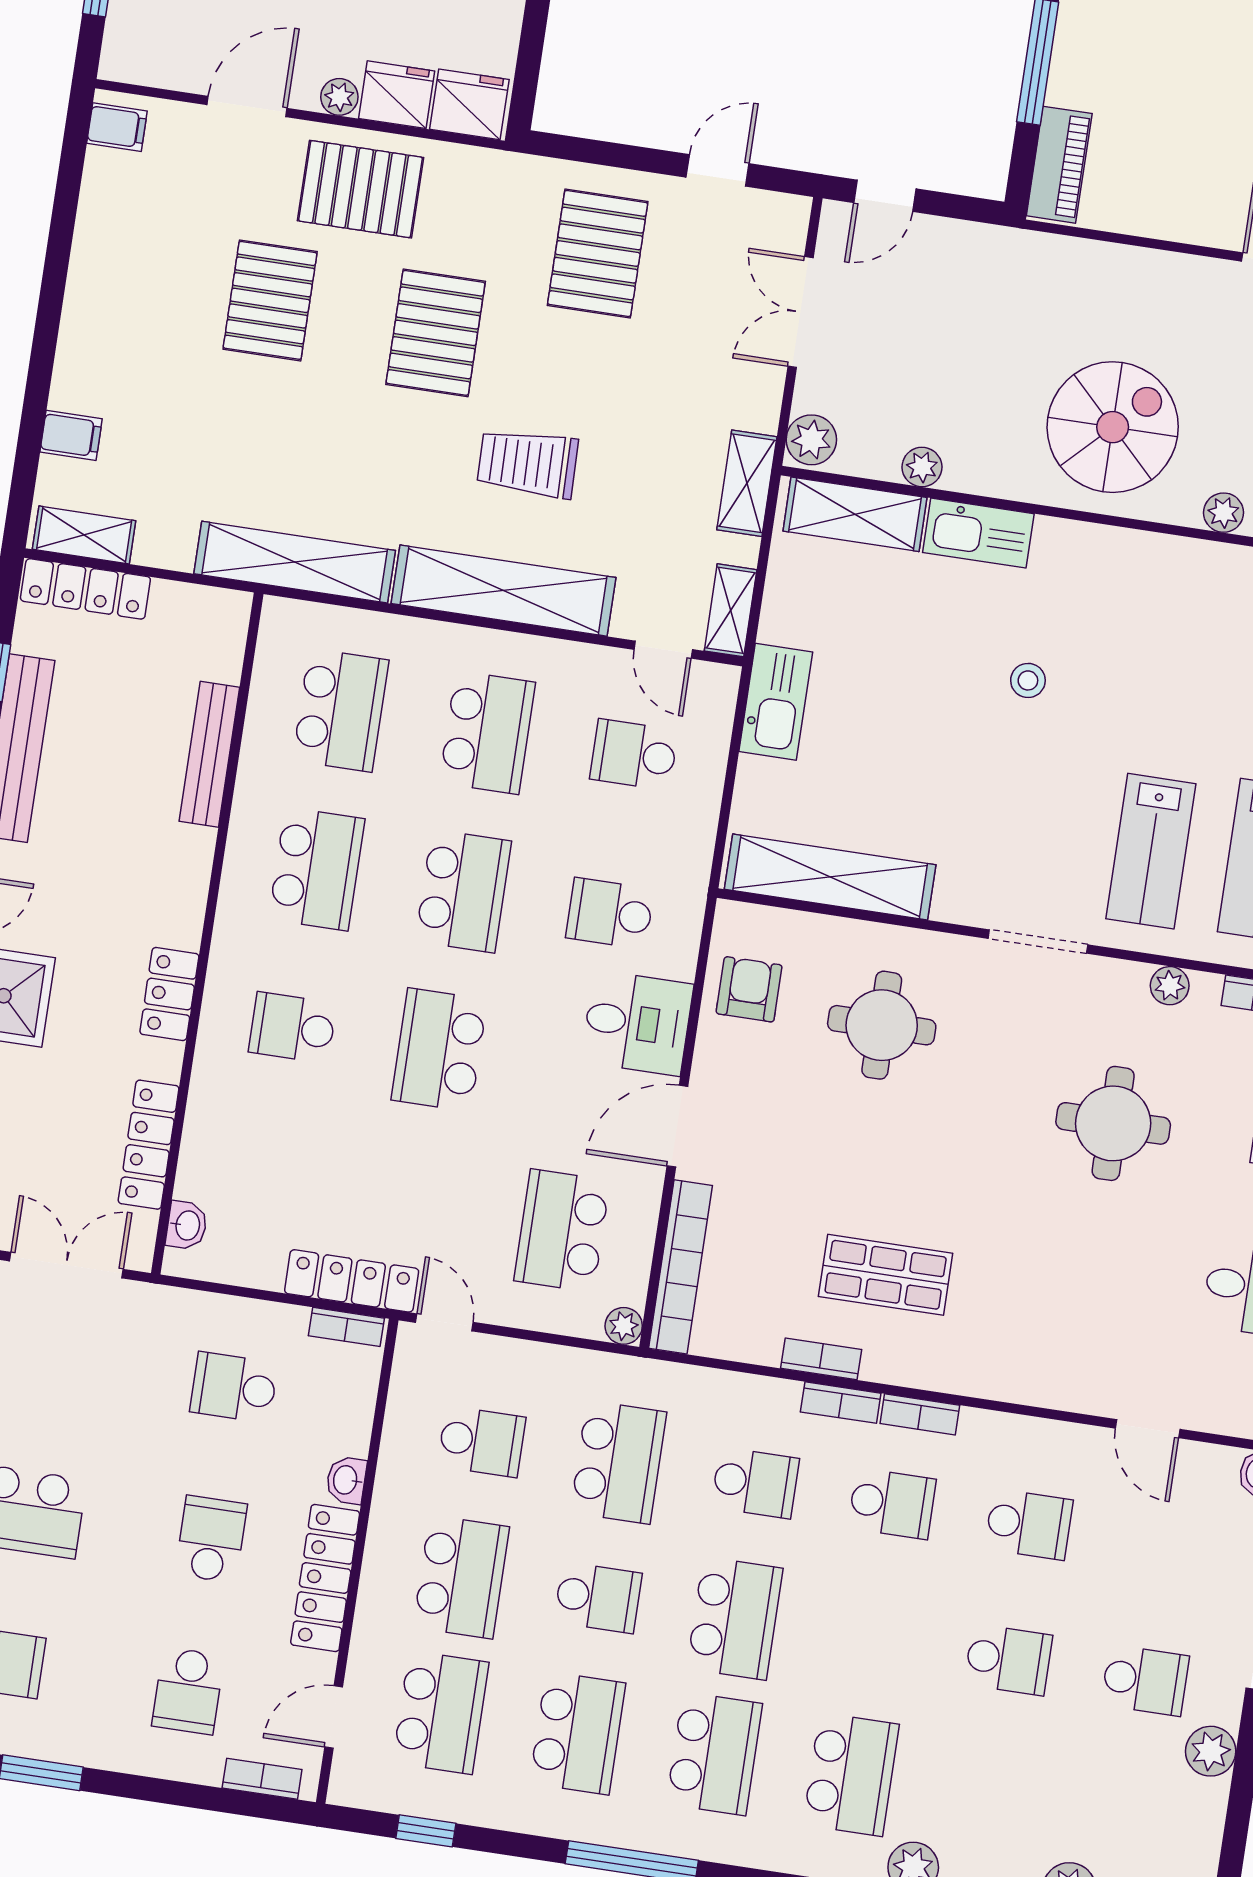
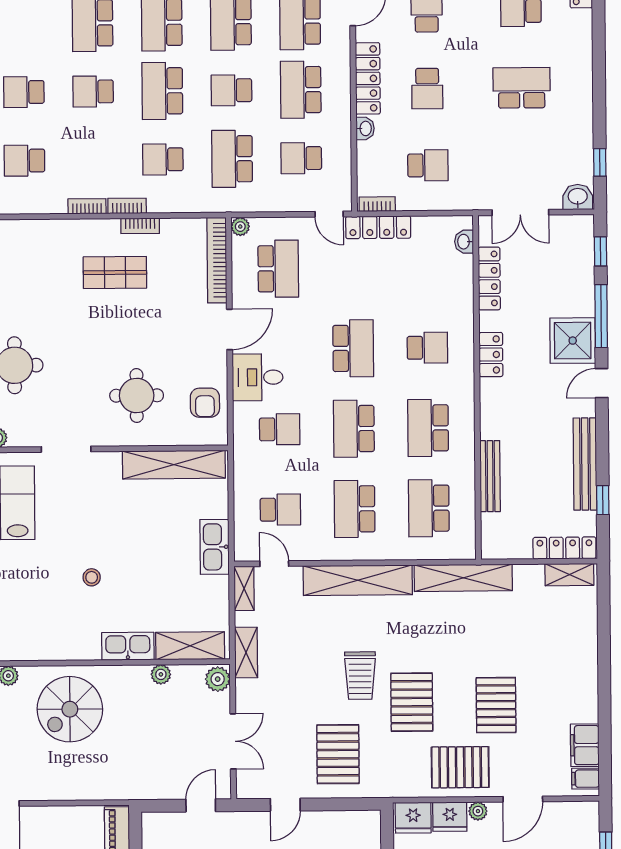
filing cabinet: (71, 435) -> (585, 745), moved, width x2.00
trolley: (528, 463) -> (360, 676), moved, turned 91
school desk: (892, 1504) -> (93, 91), moved

